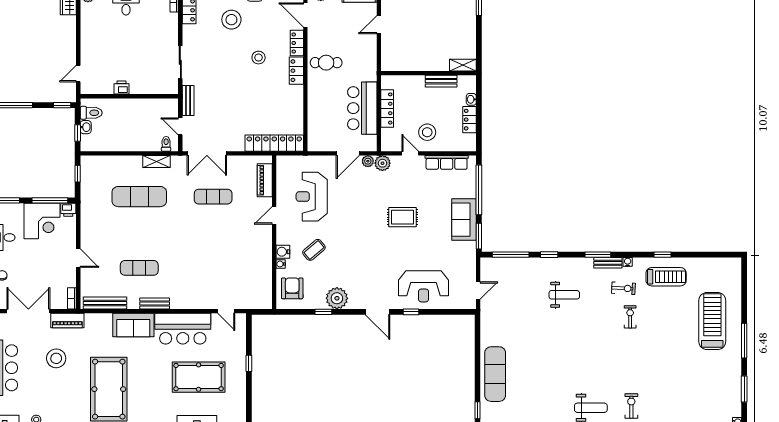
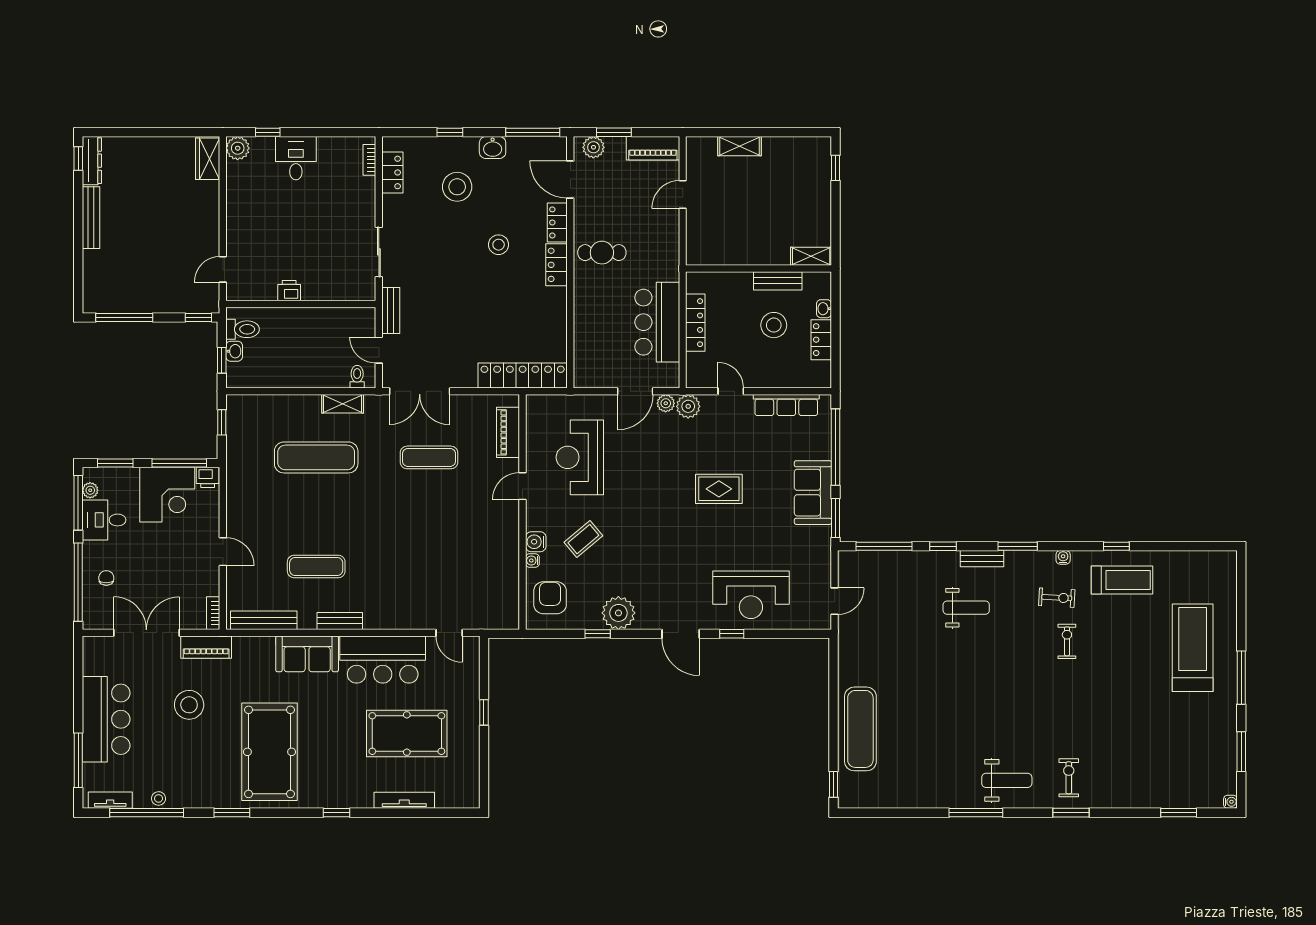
stool: (427, 132) -> (774, 325), moved
bench: (608, 263) -> (982, 559), moved

